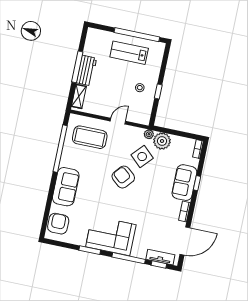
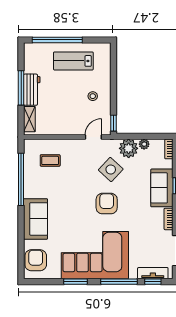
window: (137, 35) -> (57, 40), moved
window: (158, 92) -> (113, 123), moved
door: (118, 121) -> (93, 137), moved
plant: (149, 134) -> (144, 144), moved
coffee table: (90, 137) -> (50, 160), width x0.54, depth x0.58
armchair: (123, 177) -> (107, 204), moved, turned 50
corner sofa: (111, 236) -> (95, 255), width x1.36, depth x1.36

